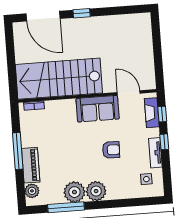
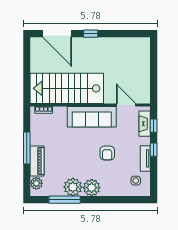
sofa: (98, 109) -> (92, 117), width x1.36
armchair: (111, 150) -> (107, 153), turned 88

